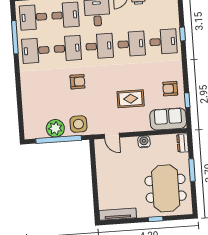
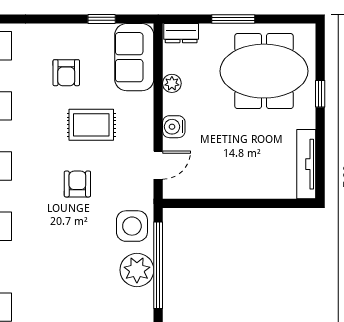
armchair: (78, 82) -> (77, 184), moved
armchair: (170, 89) -> (66, 73), moved
rug: (131, 99) -> (91, 125), turned 90
plant: (156, 140) -> (172, 83), added
water cooler: (144, 142) -> (174, 127), moved

